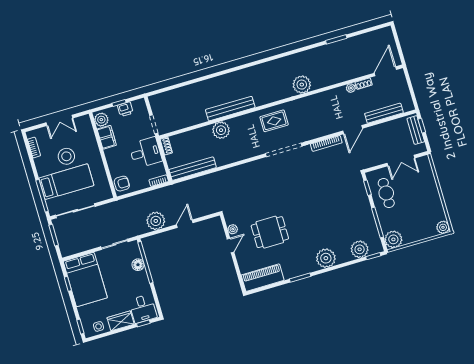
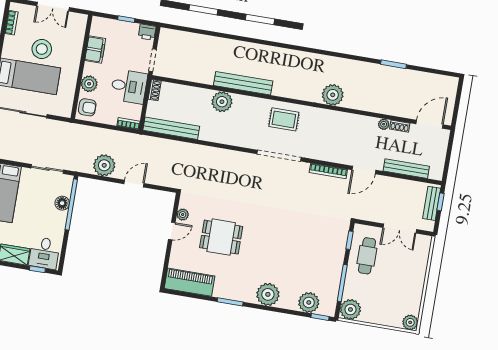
printer: (125, 109) -> (147, 32), moved
plant: (101, 120) -> (89, 84), moved

